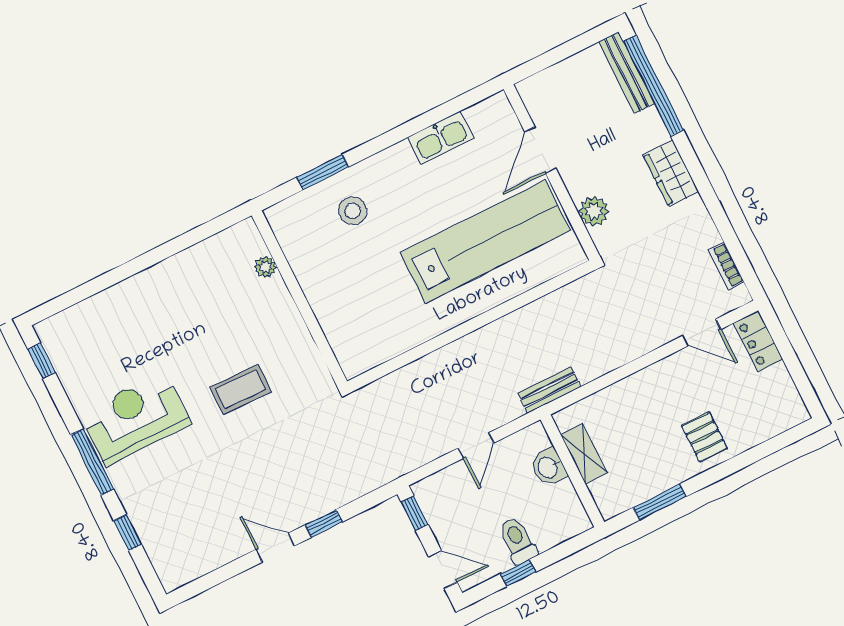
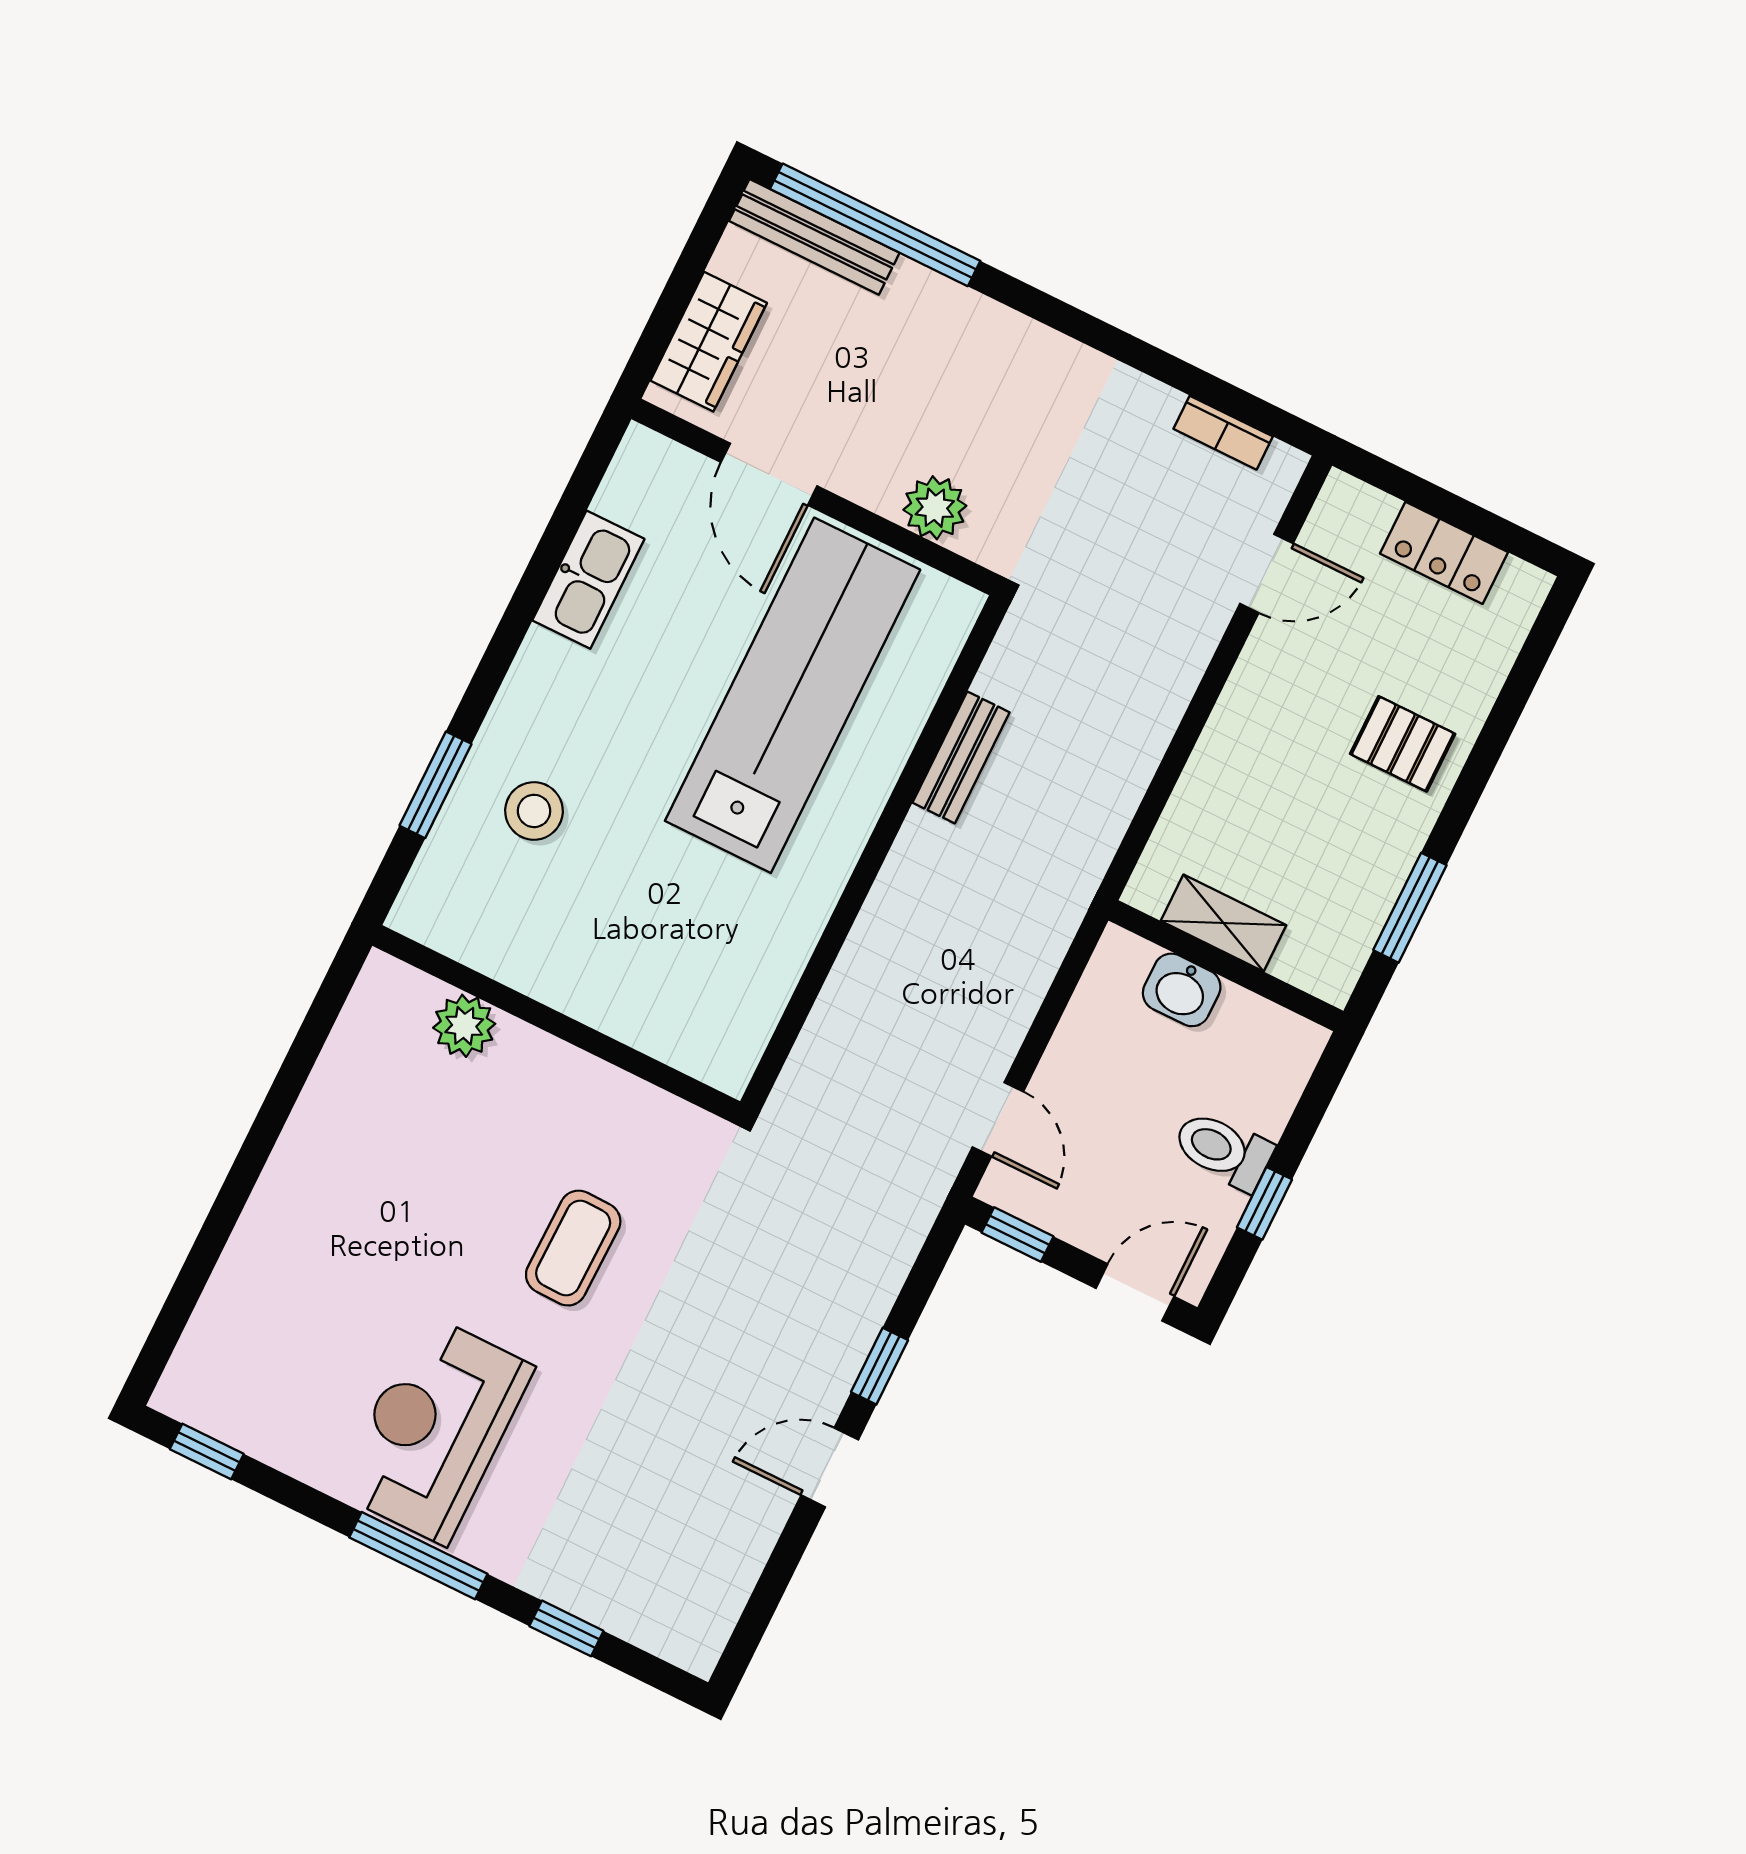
wardrobe: (671, 173) -> (709, 342), moved, turned -90
plant: (265, 267) -> (464, 1026), width x1.38, depth x1.38
locker: (758, 341) -> (1444, 553), moved
bench: (549, 390) -> (961, 757), moved
door: (476, 445) -> (998, 1119), moved

